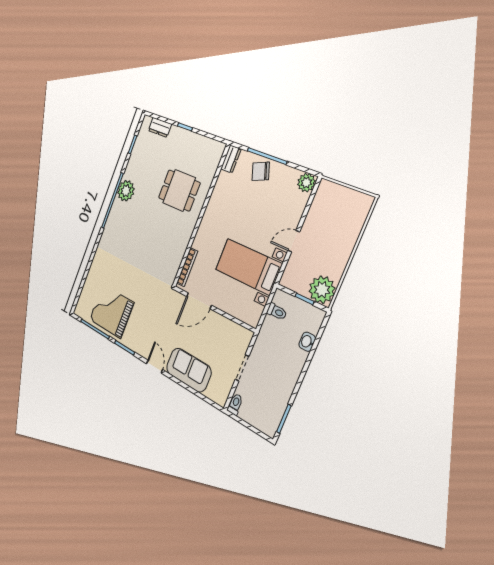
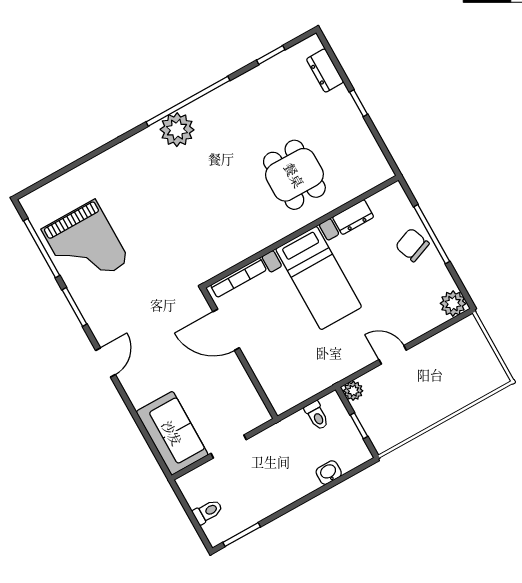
dresser: (231, 159) -> (353, 217), moved
plant: (126, 191) -> (177, 130), moved
bed with nightstands: (248, 267) -> (319, 278), moved, turned 180
plant: (322, 290) -> (353, 391), moved, width x0.53, depth x0.53
grand piano: (111, 311) -> (85, 245), turned 180
sofa: (189, 370) -> (172, 433), moved
toilet: (235, 404) -> (208, 512), moved

